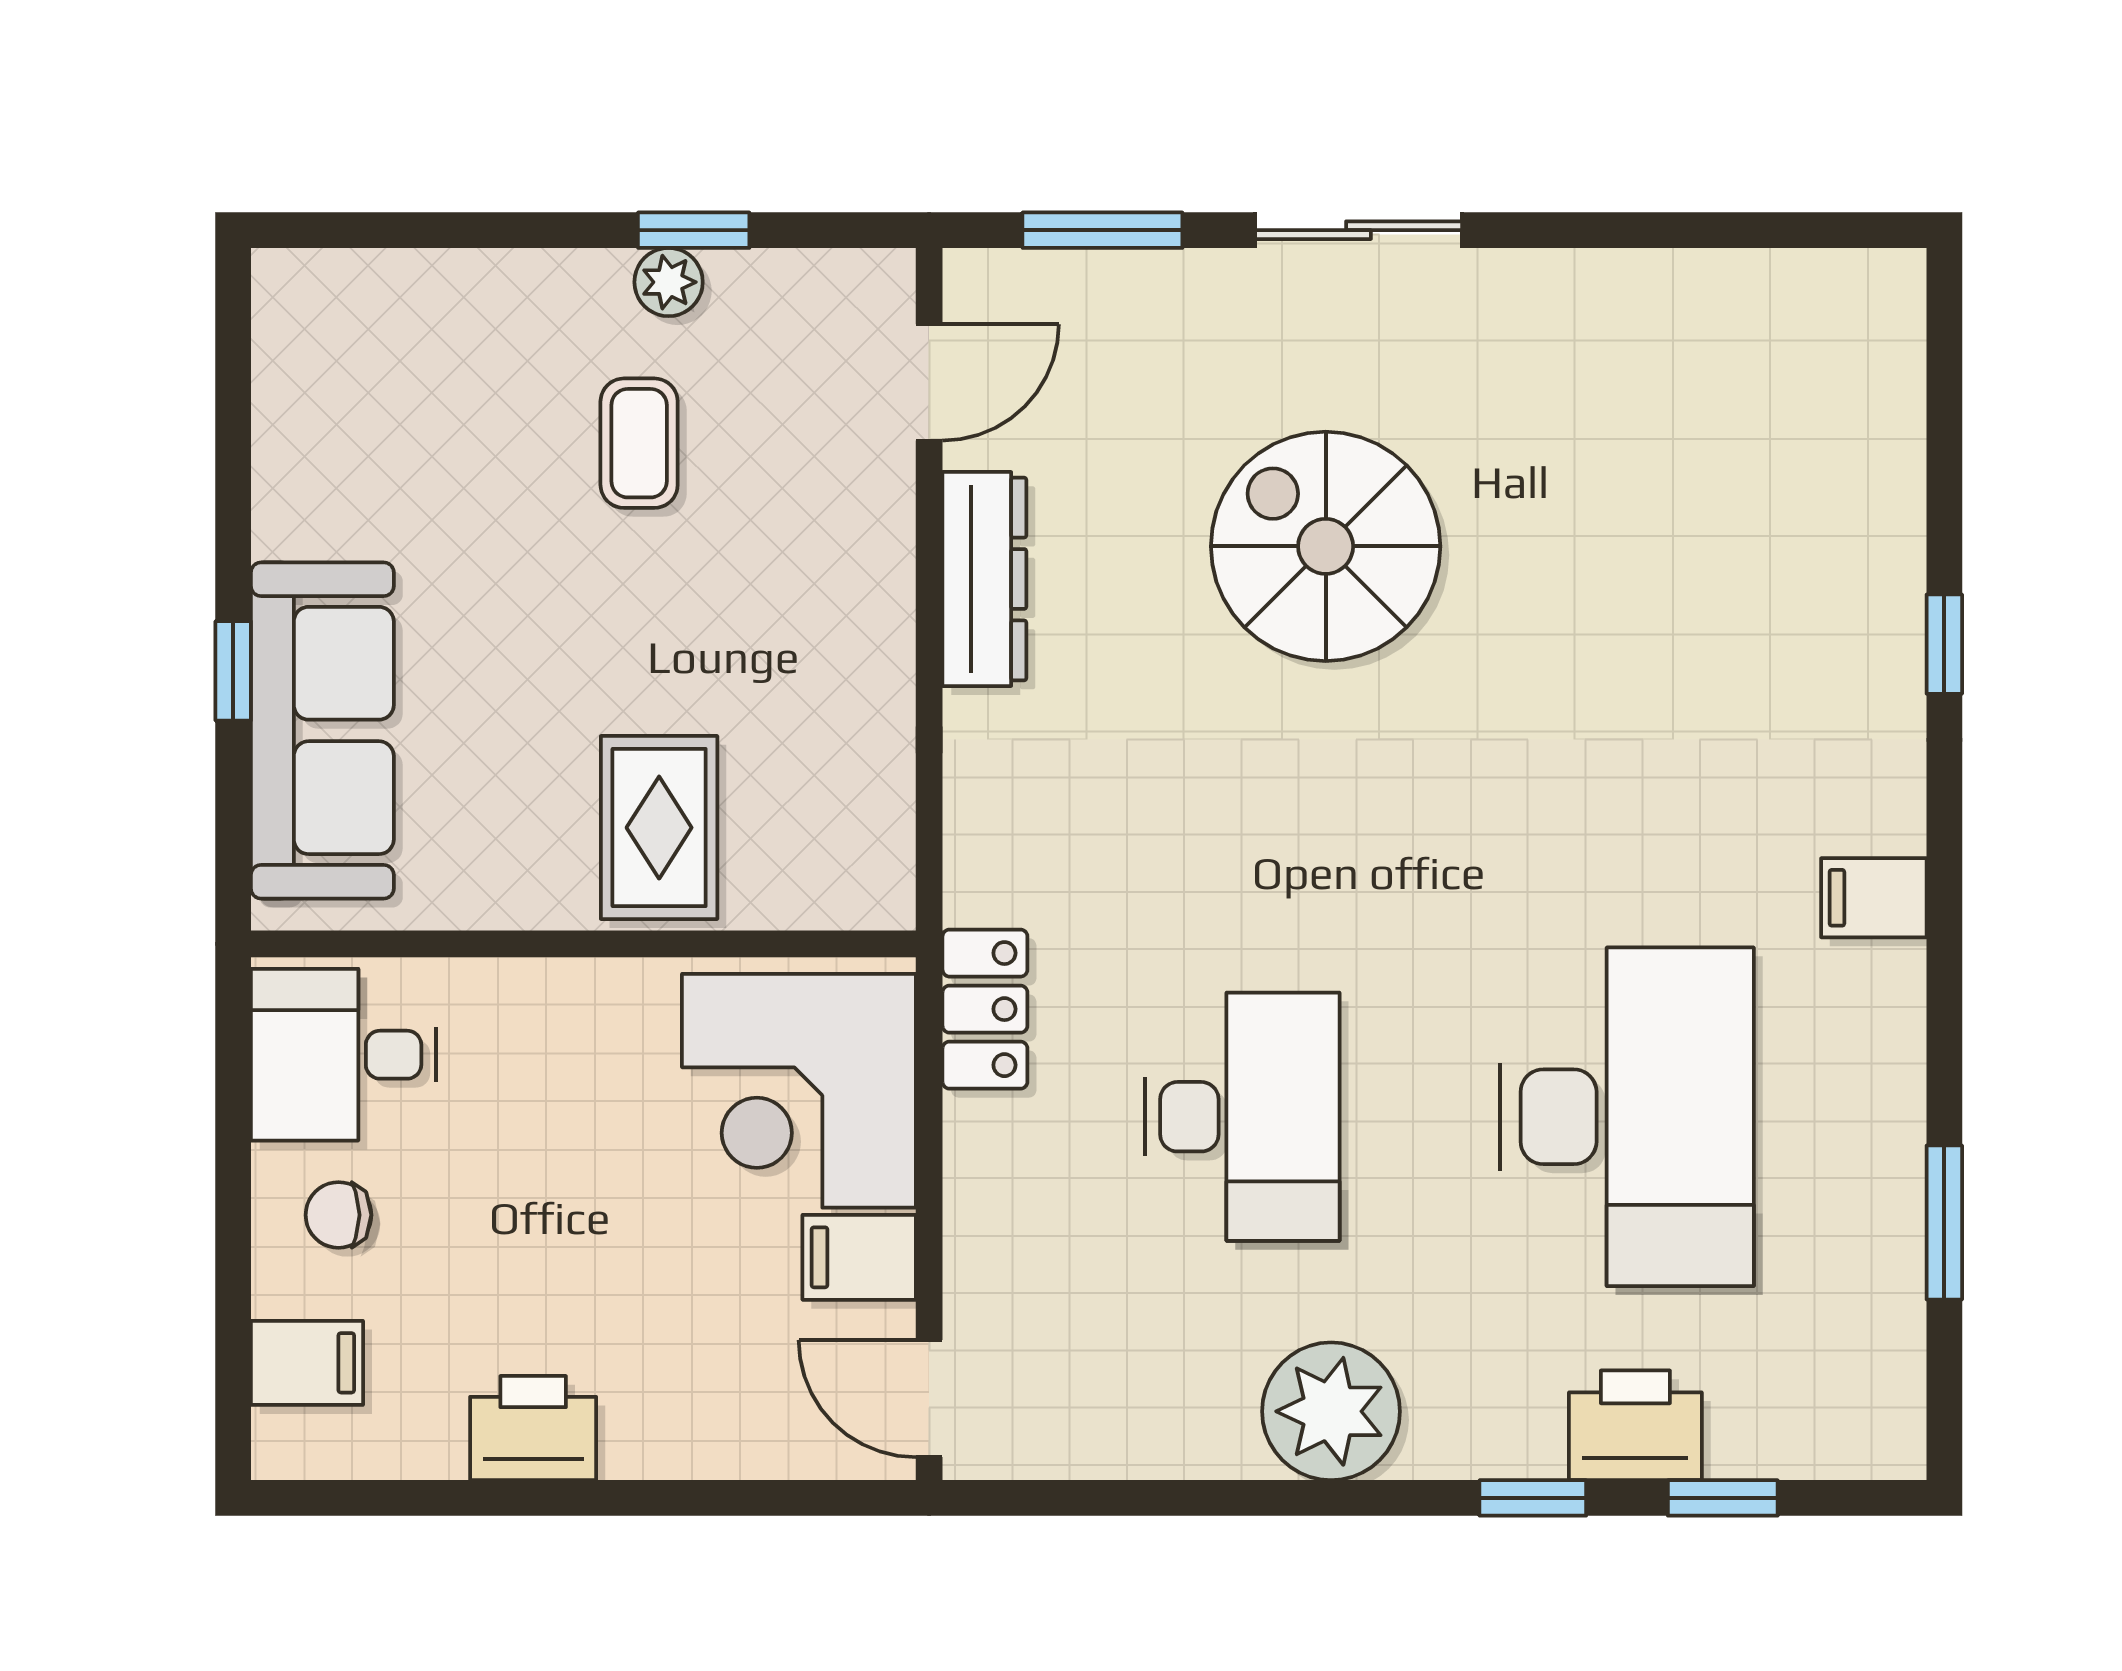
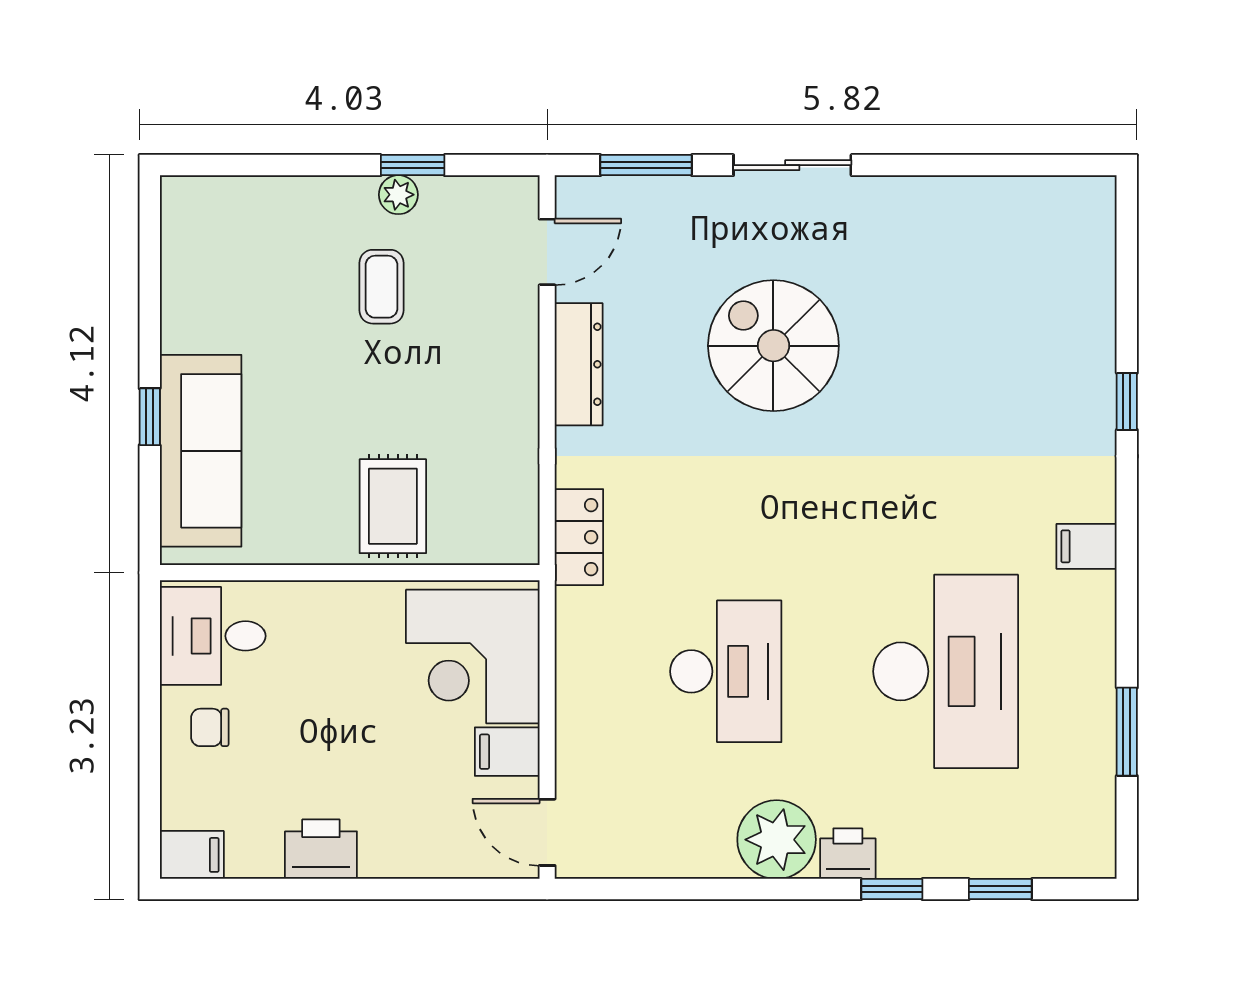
locker: (985, 1009) -> (579, 537), moved
filing cabinet: (307, 1363) -> (192, 855), moved
printer: (1635, 1425) -> (848, 854), moved, width x0.73, depth x0.81

